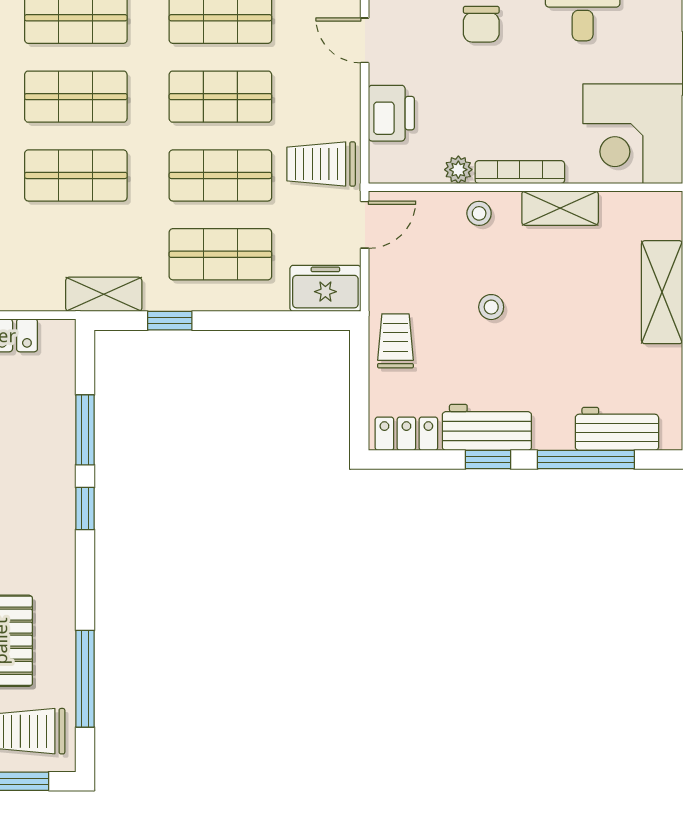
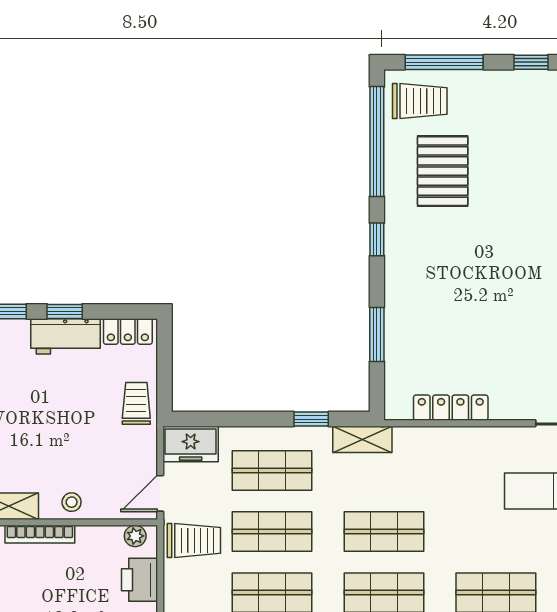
plant: (458, 170) -> (135, 536), moved
stool: (491, 307) -> (62, 430), removed
trolley: (395, 341) -> (136, 403), turned 180
window: (85, 509) -> (377, 239), moved
window: (85, 679) -> (377, 142), width x1.46

